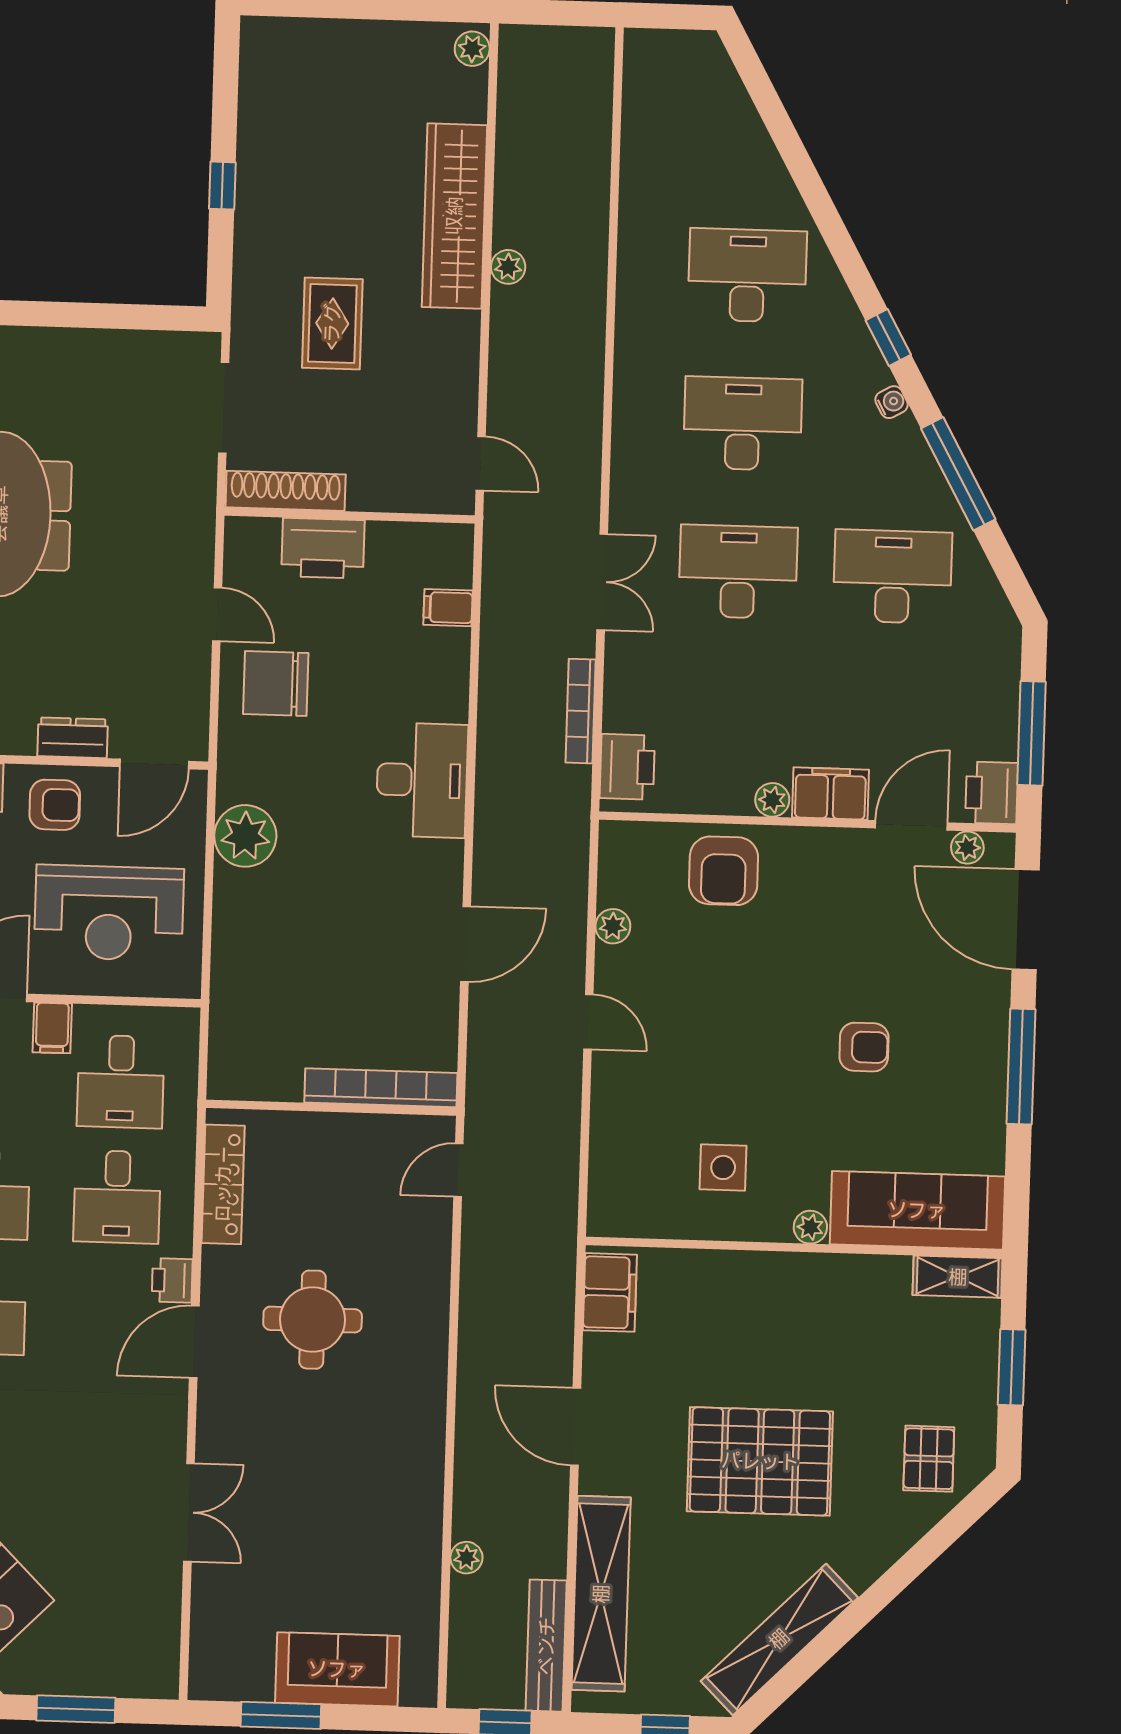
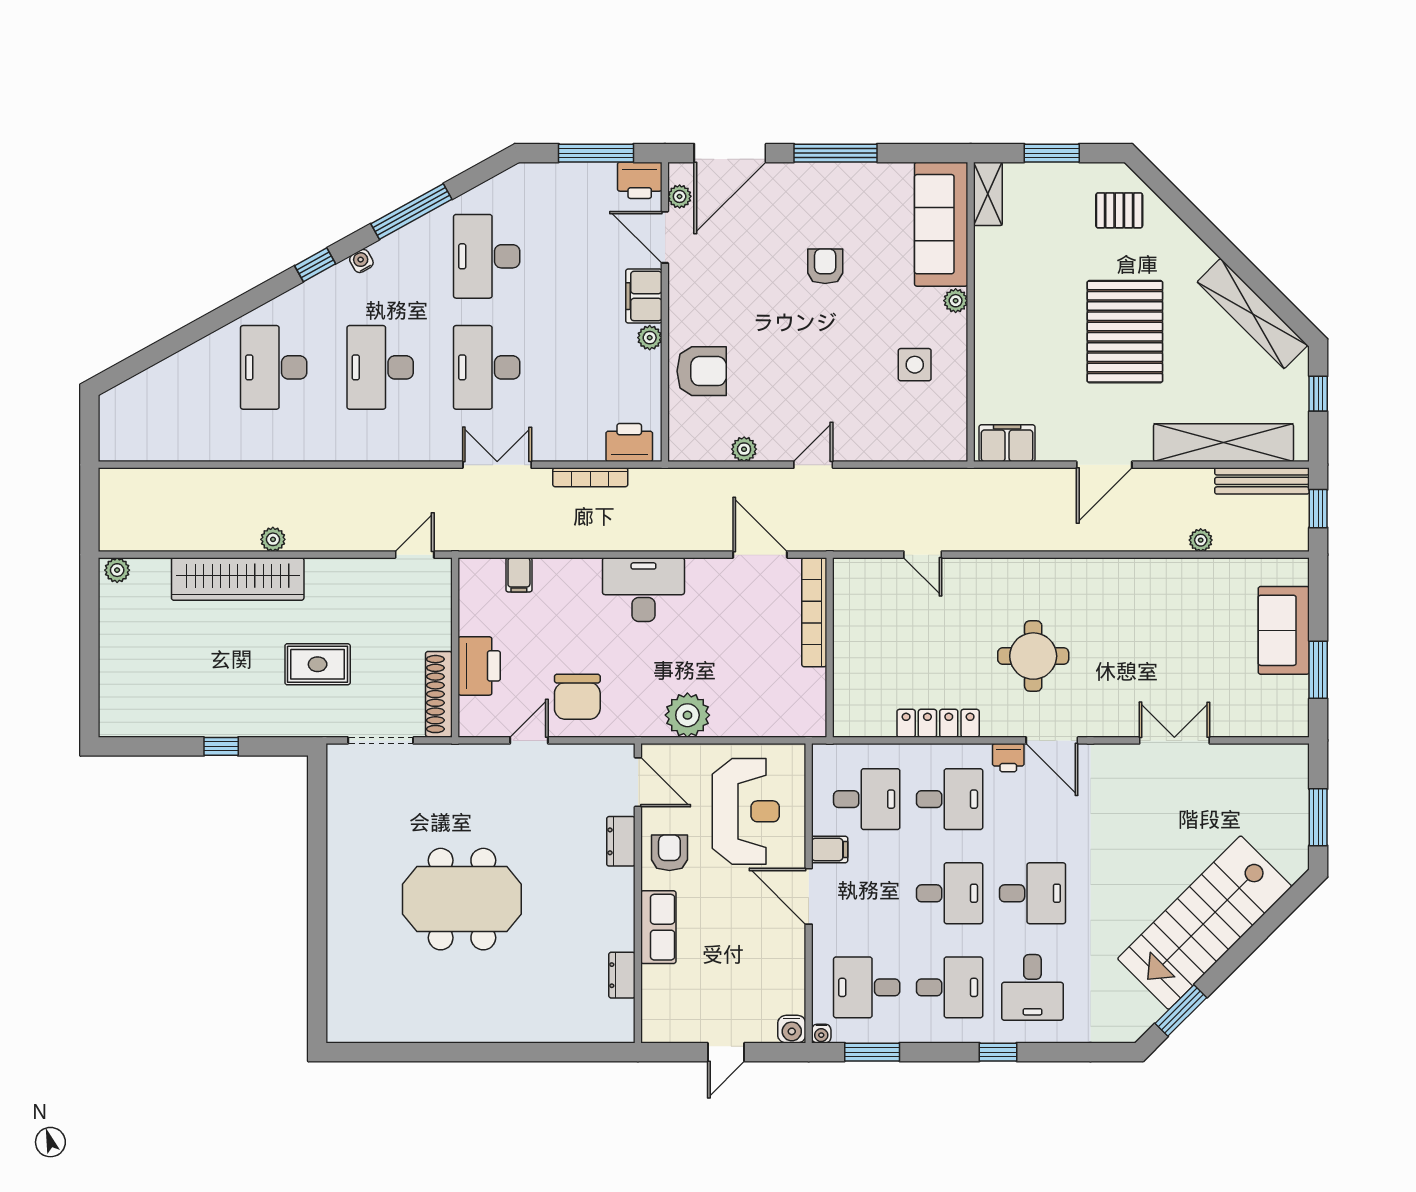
bookcase: (381, 1088) -> (814, 612), moved
wall: (331, 1108) -> (830, 648), moved

